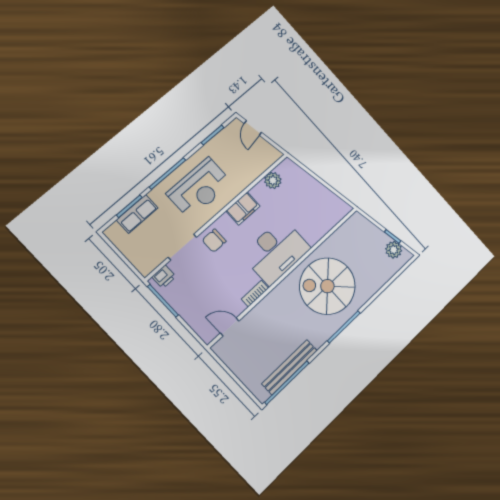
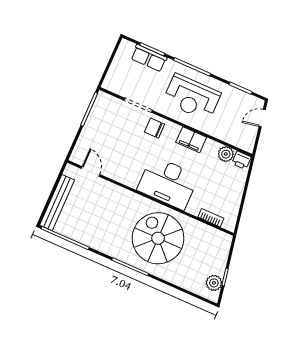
printer: (164, 277) -> (241, 160), moved
bookcase: (255, 294) -> (211, 218), moved
bench: (290, 367) -> (57, 203), moved, turned 90

